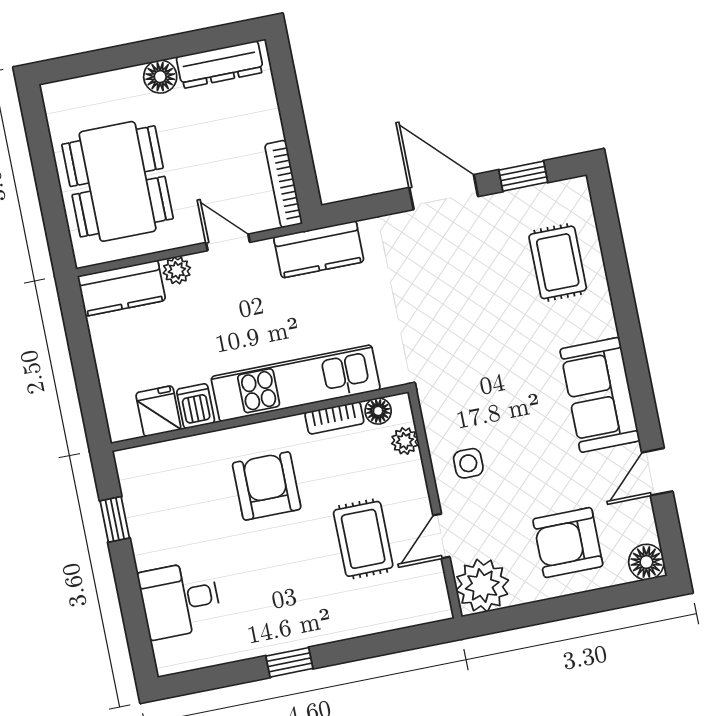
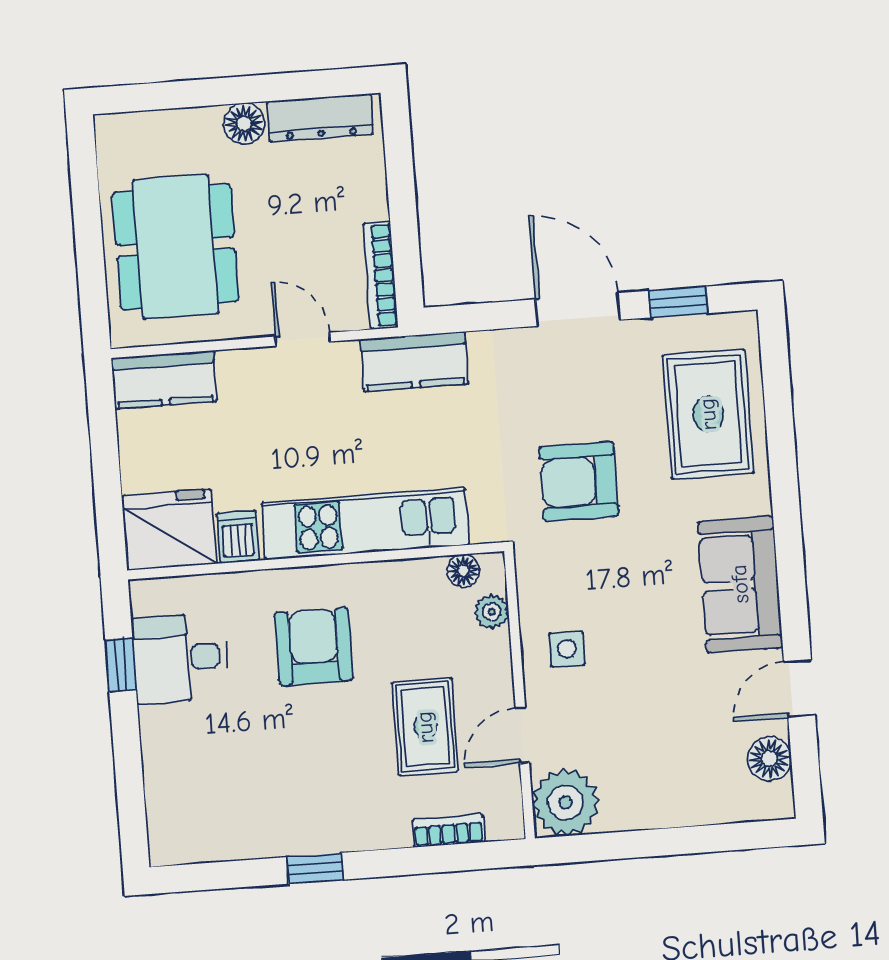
rug: (558, 262) -> (708, 414), width x1.36, depth x1.43
plant: (177, 270) -> (235, 366), removed
fridge: (158, 411) -> (170, 530), width x1.88, depth x1.34
bookcase: (334, 418) -> (448, 831), moved, turned 180
armchair: (568, 543) -> (579, 481), moved
floor lamp: (646, 562) -> (769, 759), moved
desk: (180, 600) -> (180, 658), moved

